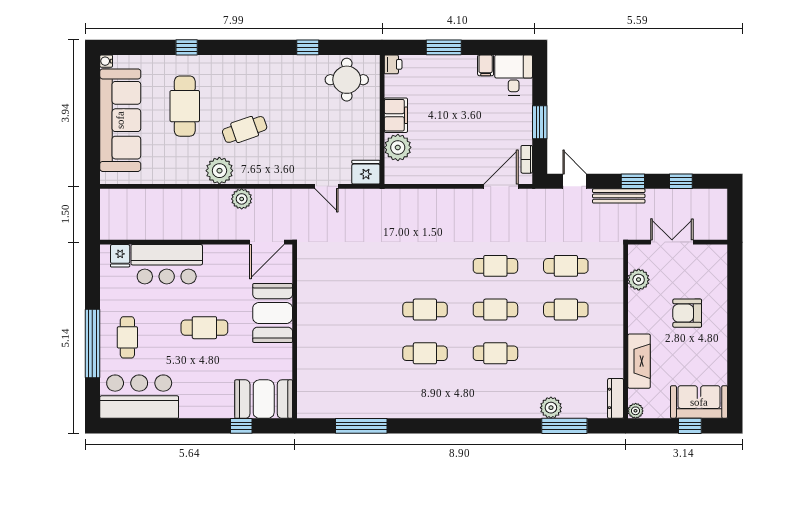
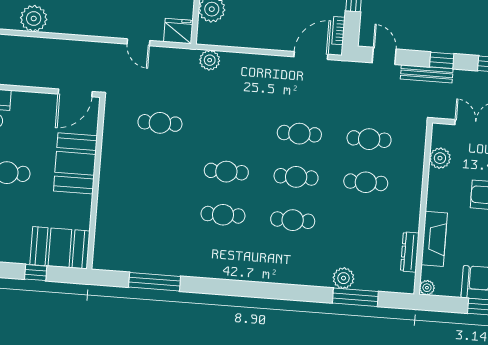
plant: (242, 199) -> (210, 60), moved
cafe table: (354, 266) -> (160, 123), added
dresser: (616, 398) -> (410, 252), moved

